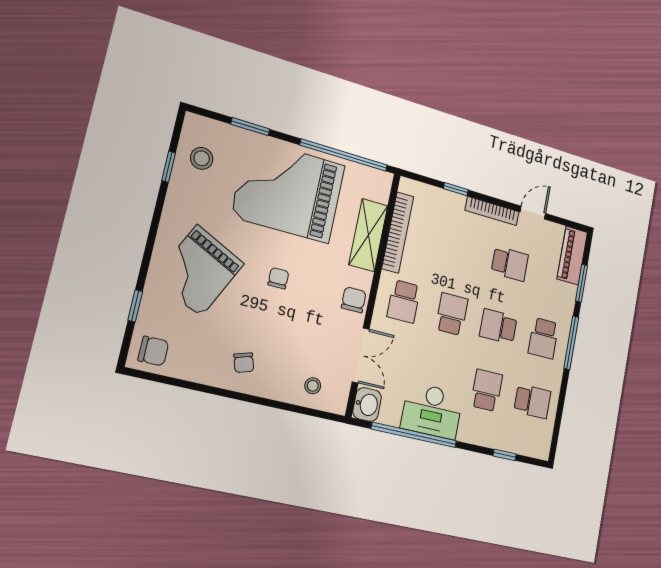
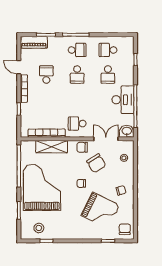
grand piano: (288, 191) -> (42, 187), turned 180
grand piano: (199, 271) -> (100, 210), moved
school desk: (404, 301) -> (77, 124), turned 180
school desk: (452, 314) -> (77, 99), removed
chair: (314, 322) -> (96, 163), added
school desk: (487, 390) -> (108, 75), turned -90
school desk: (532, 401) -> (108, 50), turned -90

